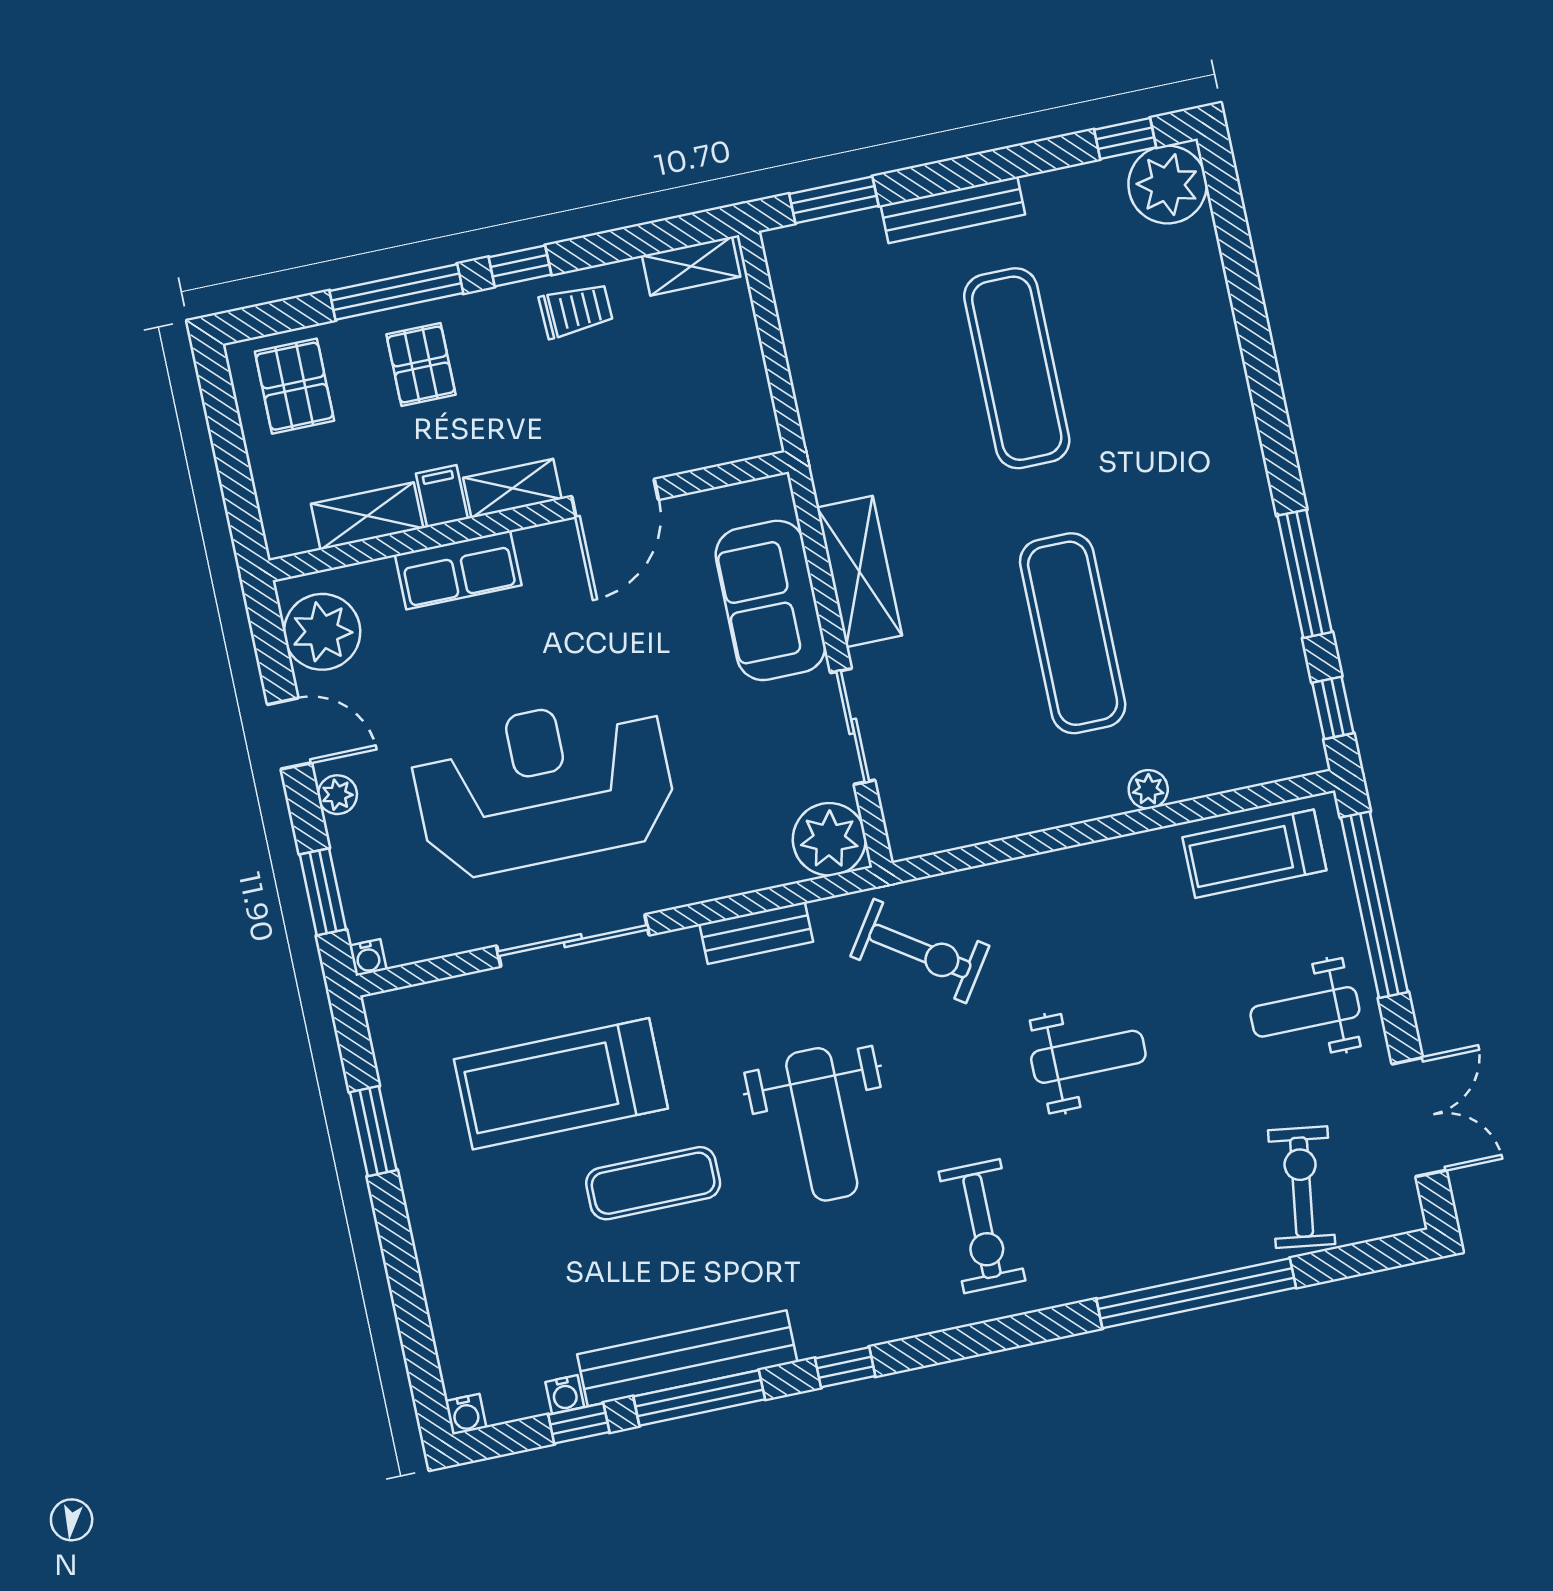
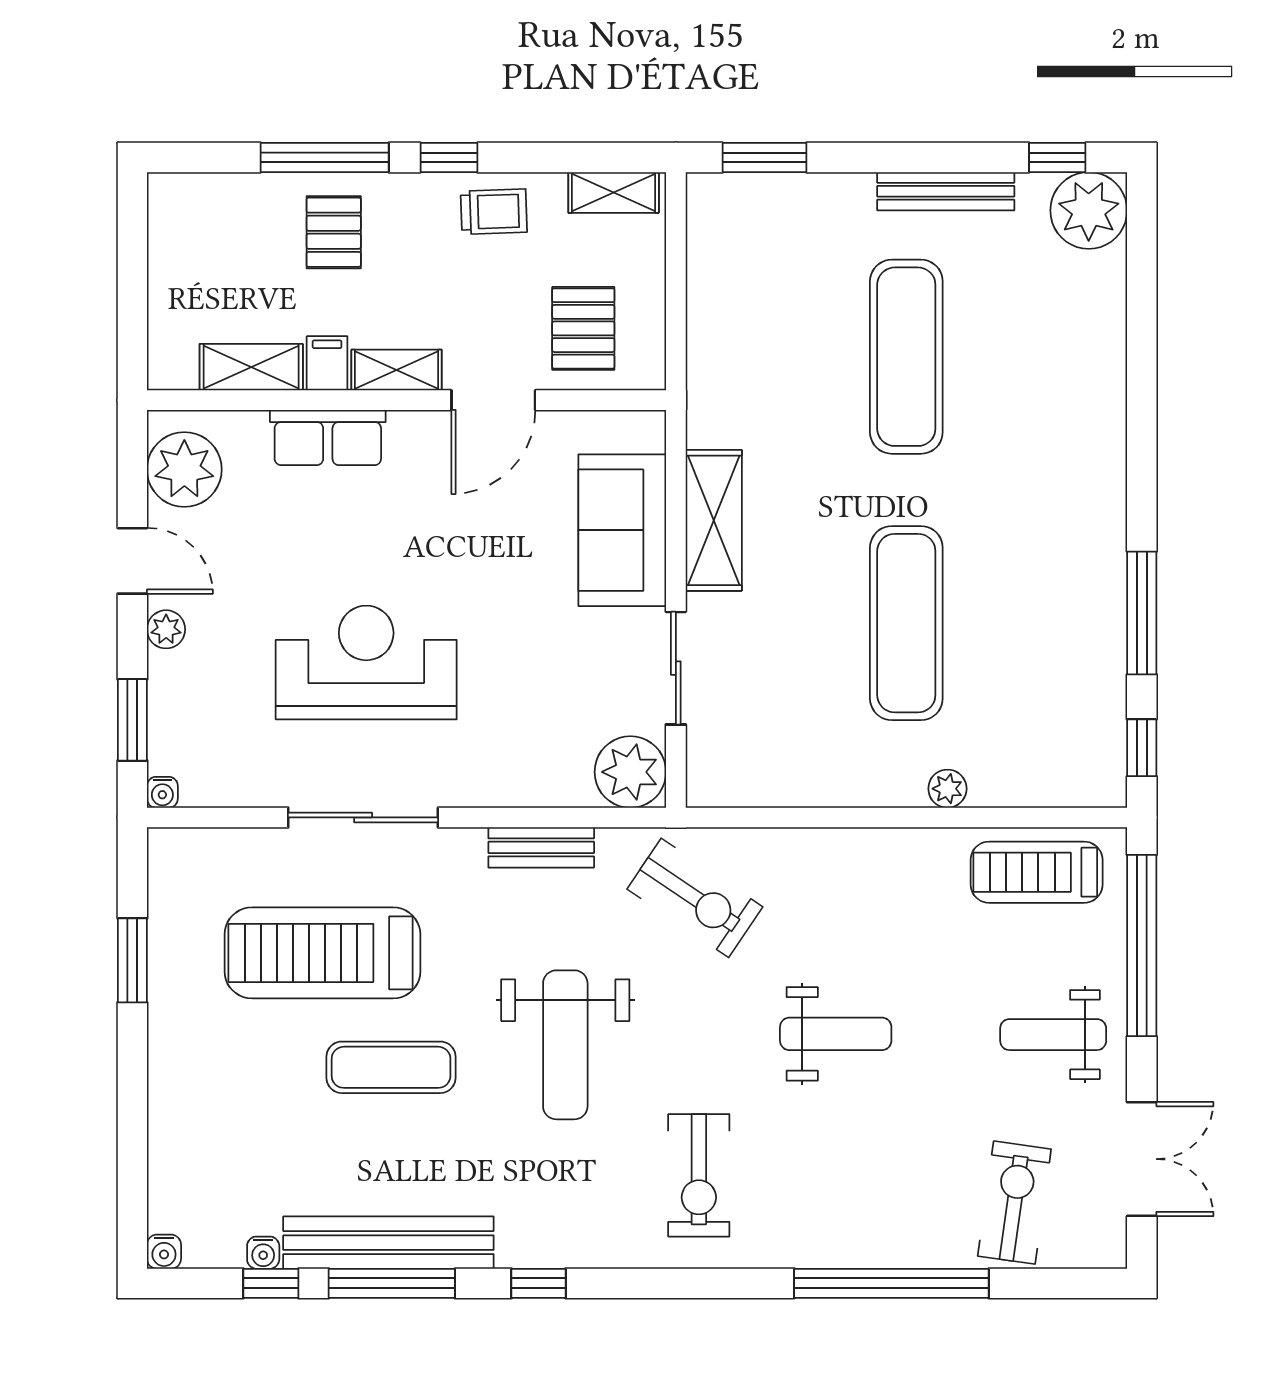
bench: (953, 210) -> (946, 191), moved
pallet: (294, 386) -> (583, 328), moved
reception desk: (544, 786) -> (366, 663), width x0.74, depth x0.77

